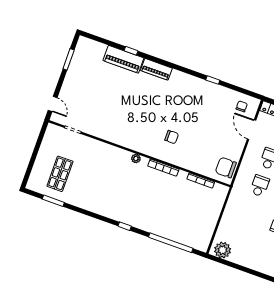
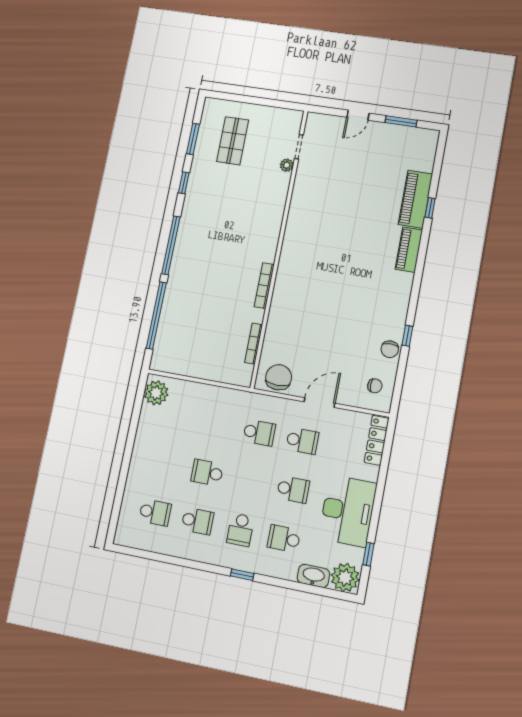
door: (53, 104) -> (358, 115), moved
door: (252, 130) -> (319, 403), moved
chair: (172, 137) -> (390, 349), moved
plant: (136, 159) -> (287, 165), moved
shop shelf: (60, 174) -> (233, 141), turned 90
window: (83, 211) -> (184, 183), added
window: (125, 226) -> (171, 245), width x3.17

